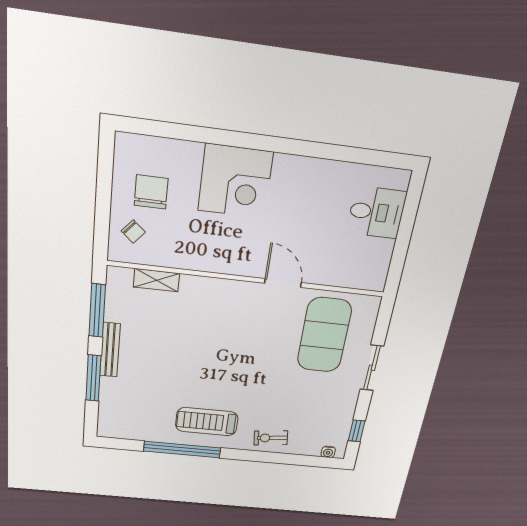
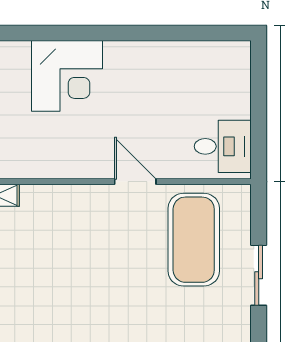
desk: (376, 212) -> (223, 146), moved

